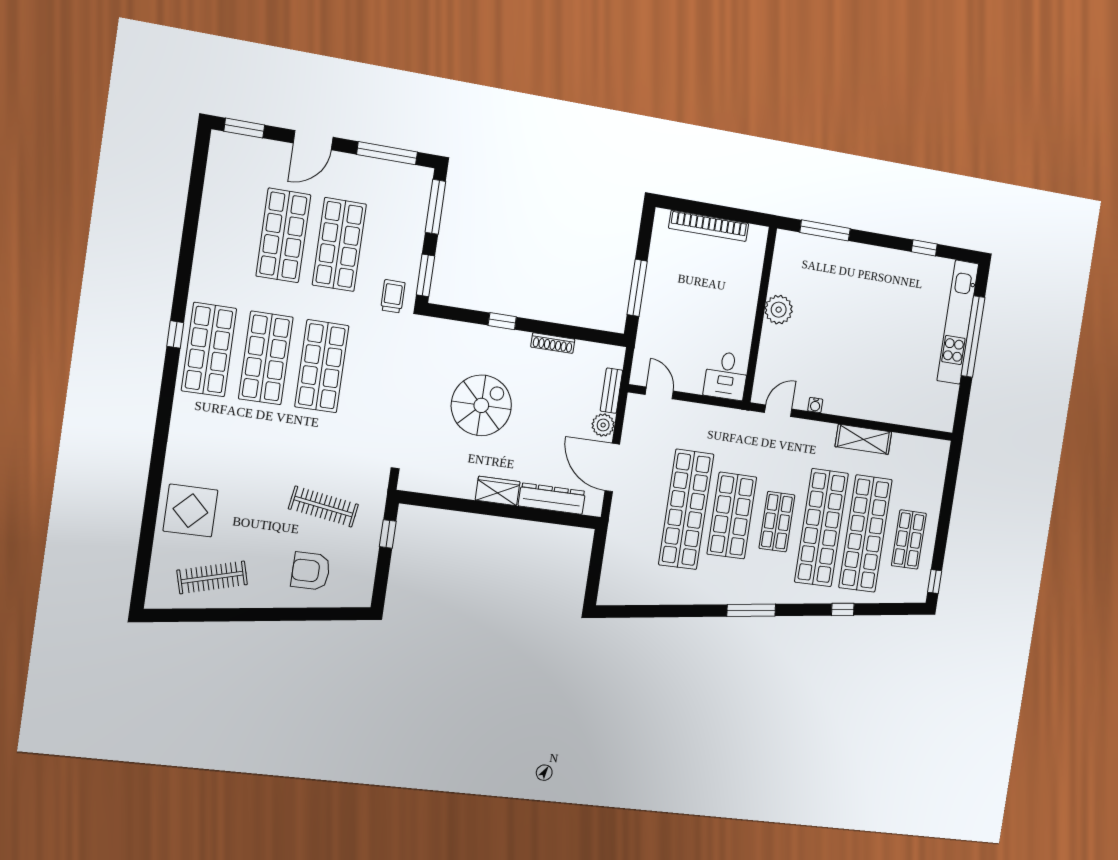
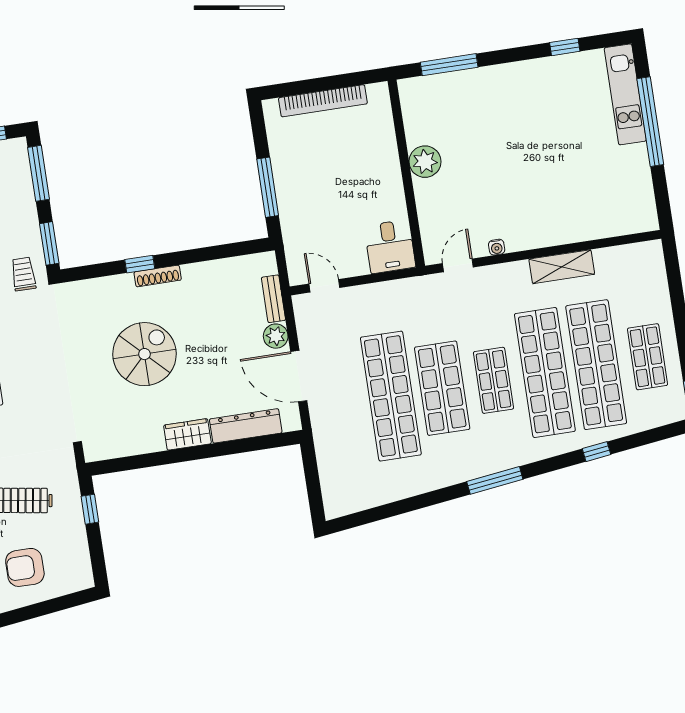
kitchen unit: (958, 322) -> (625, 94), width x0.73
shoe rack: (553, 343) -> (158, 276), moved

